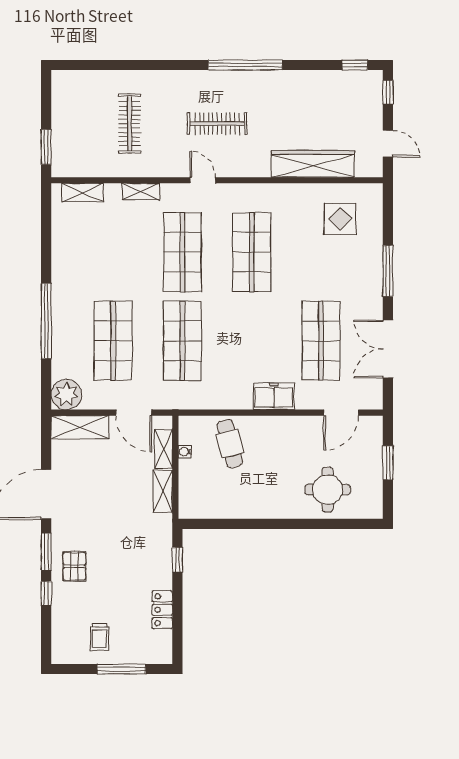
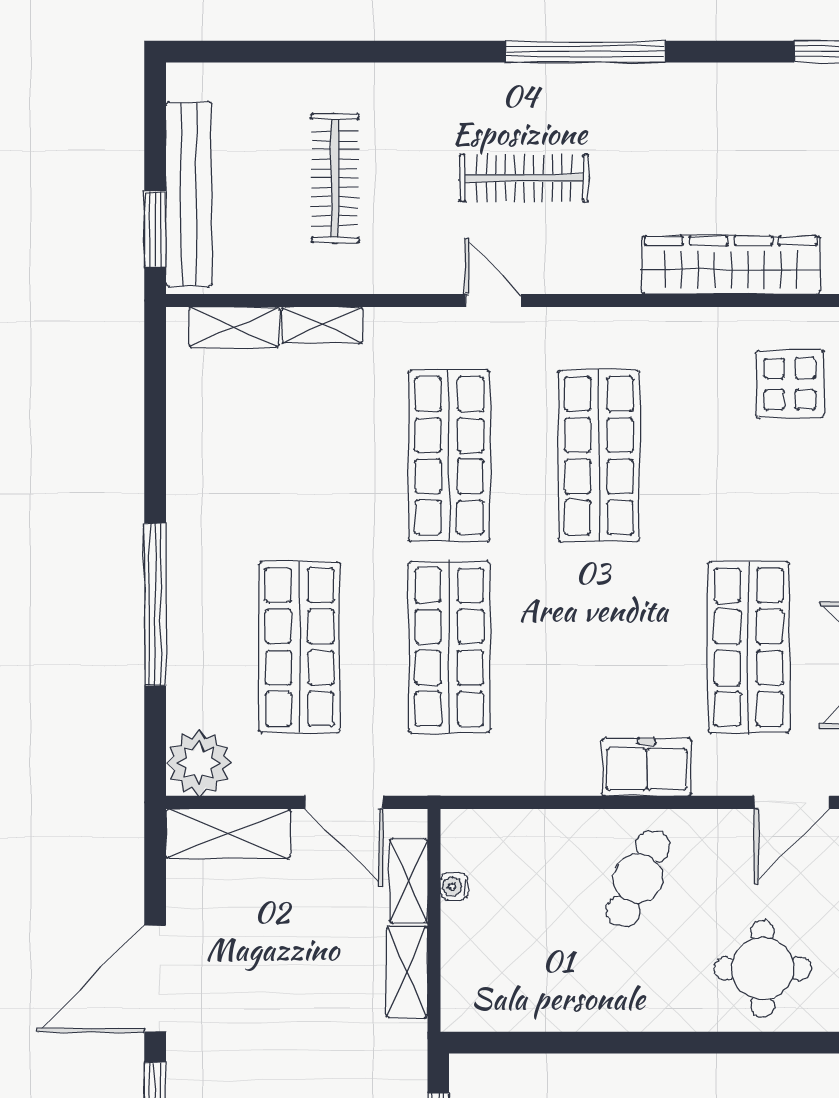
bench: (62, 131) -> (189, 194), added
shelving: (141, 192) -> (322, 325), moved
cafe table: (230, 444) -> (638, 878), moved, turned 39

